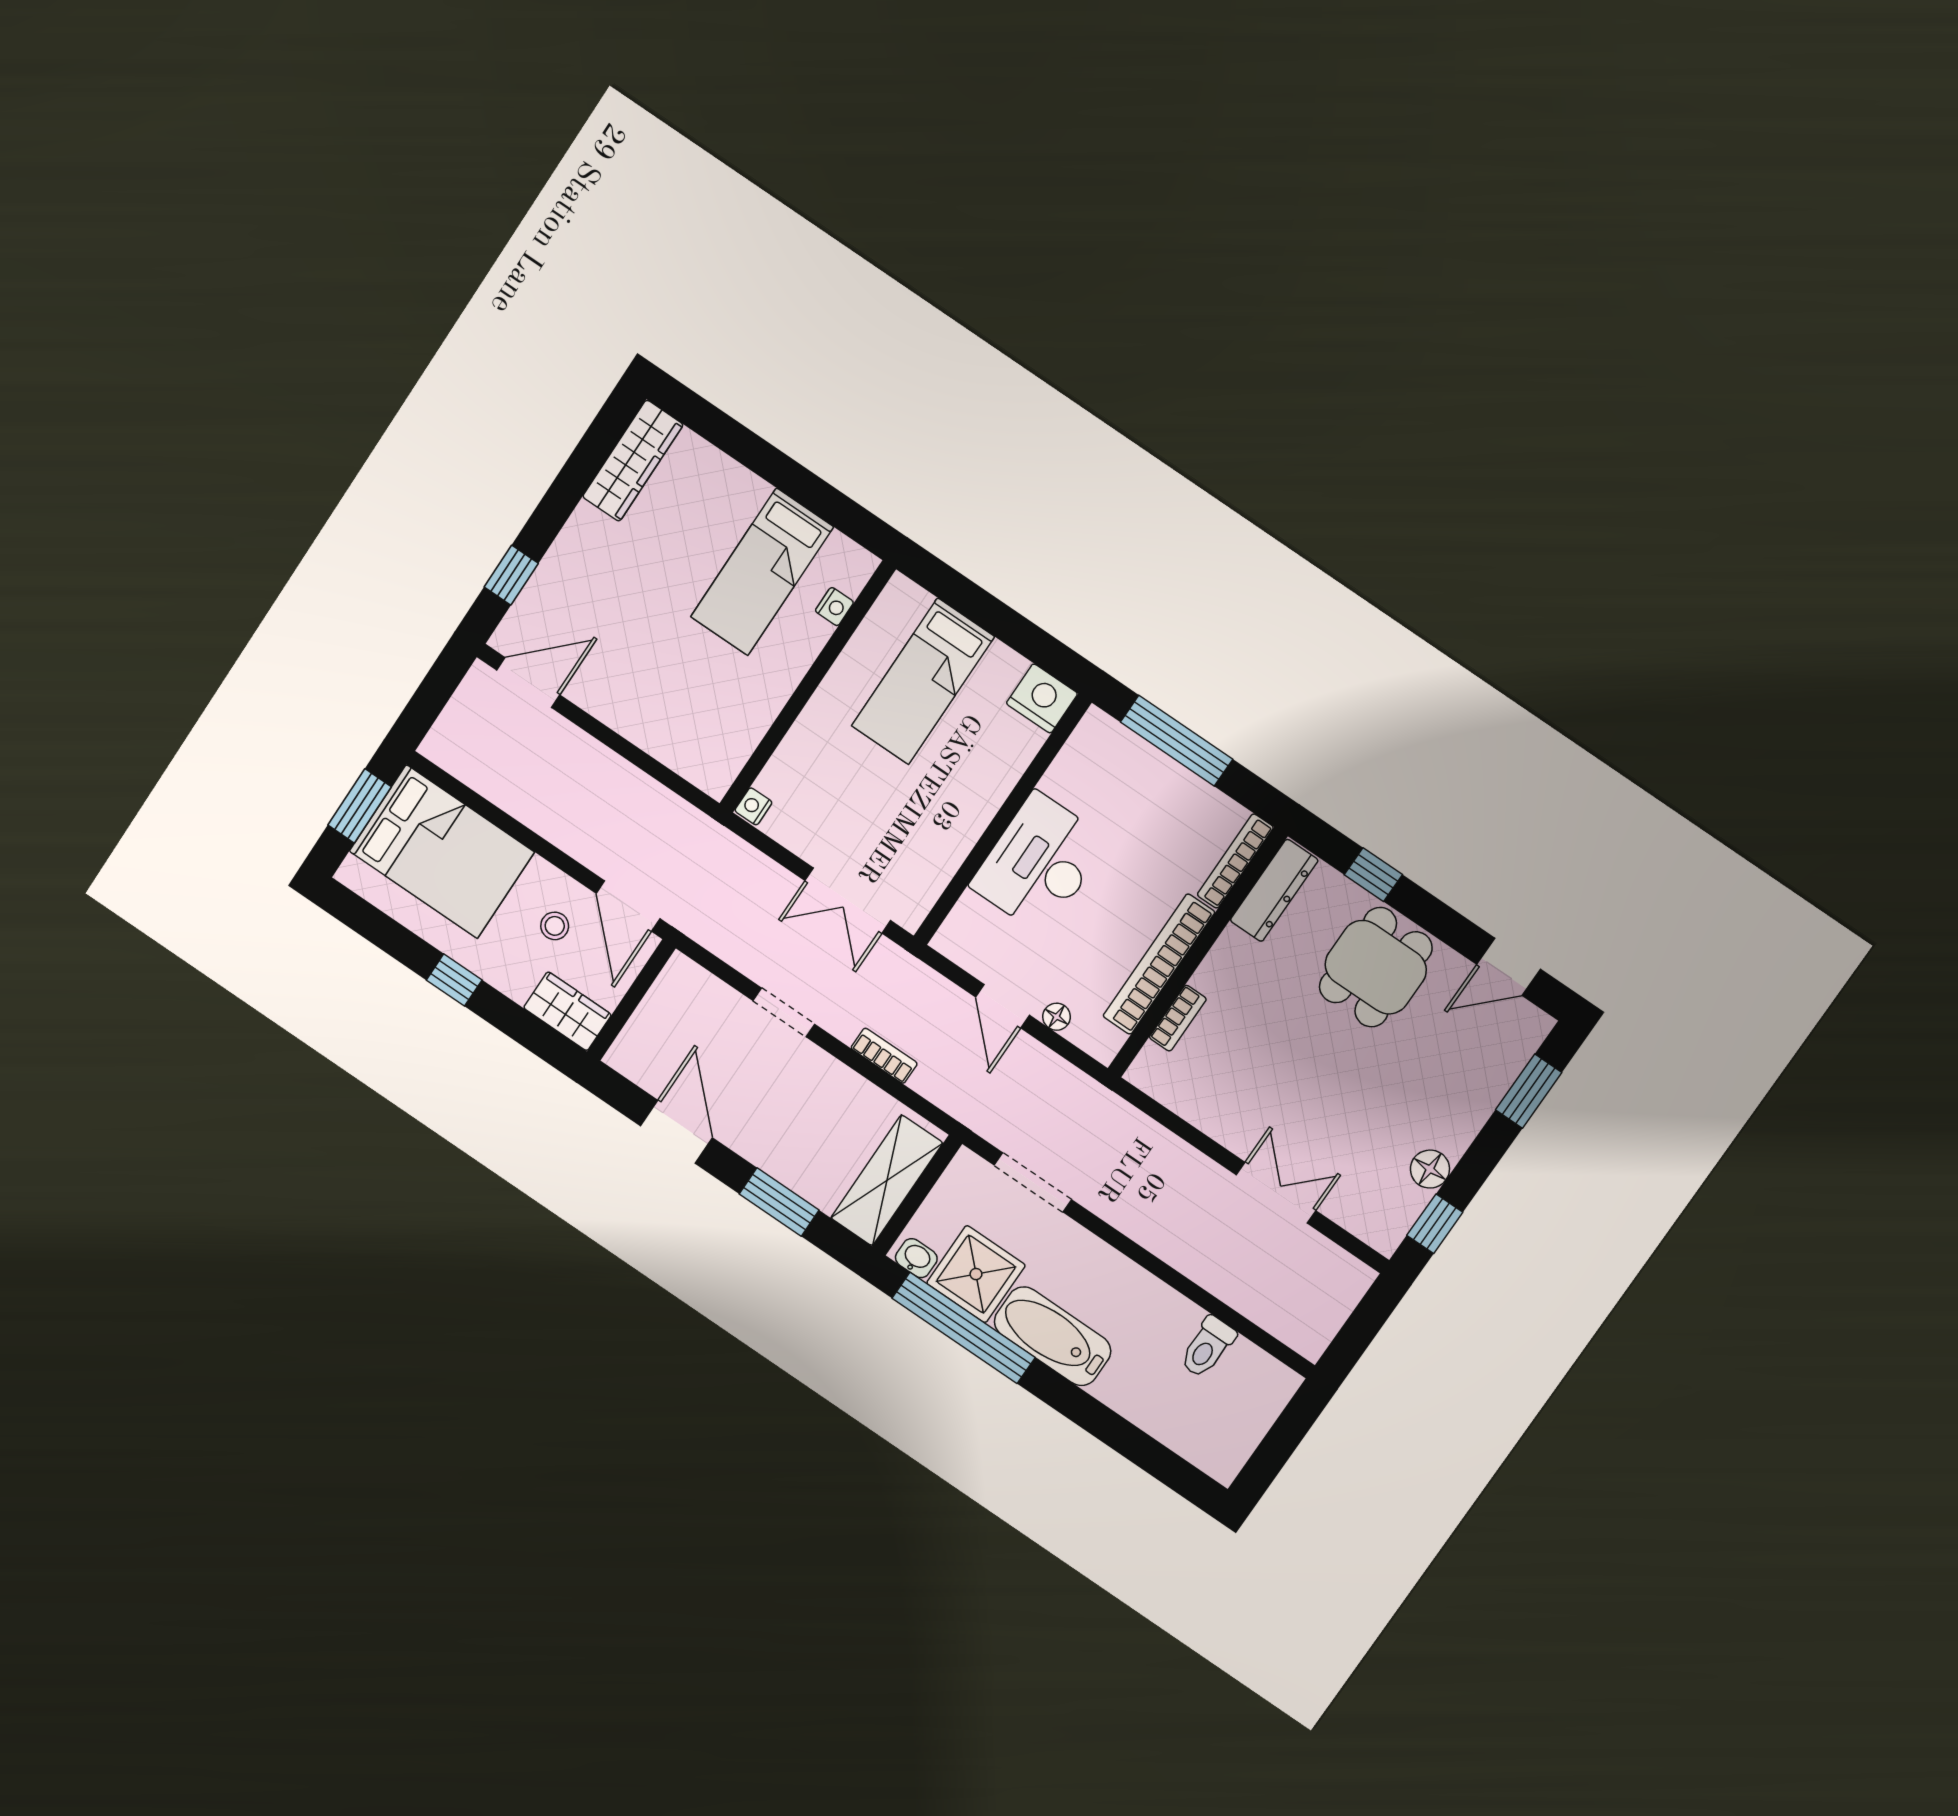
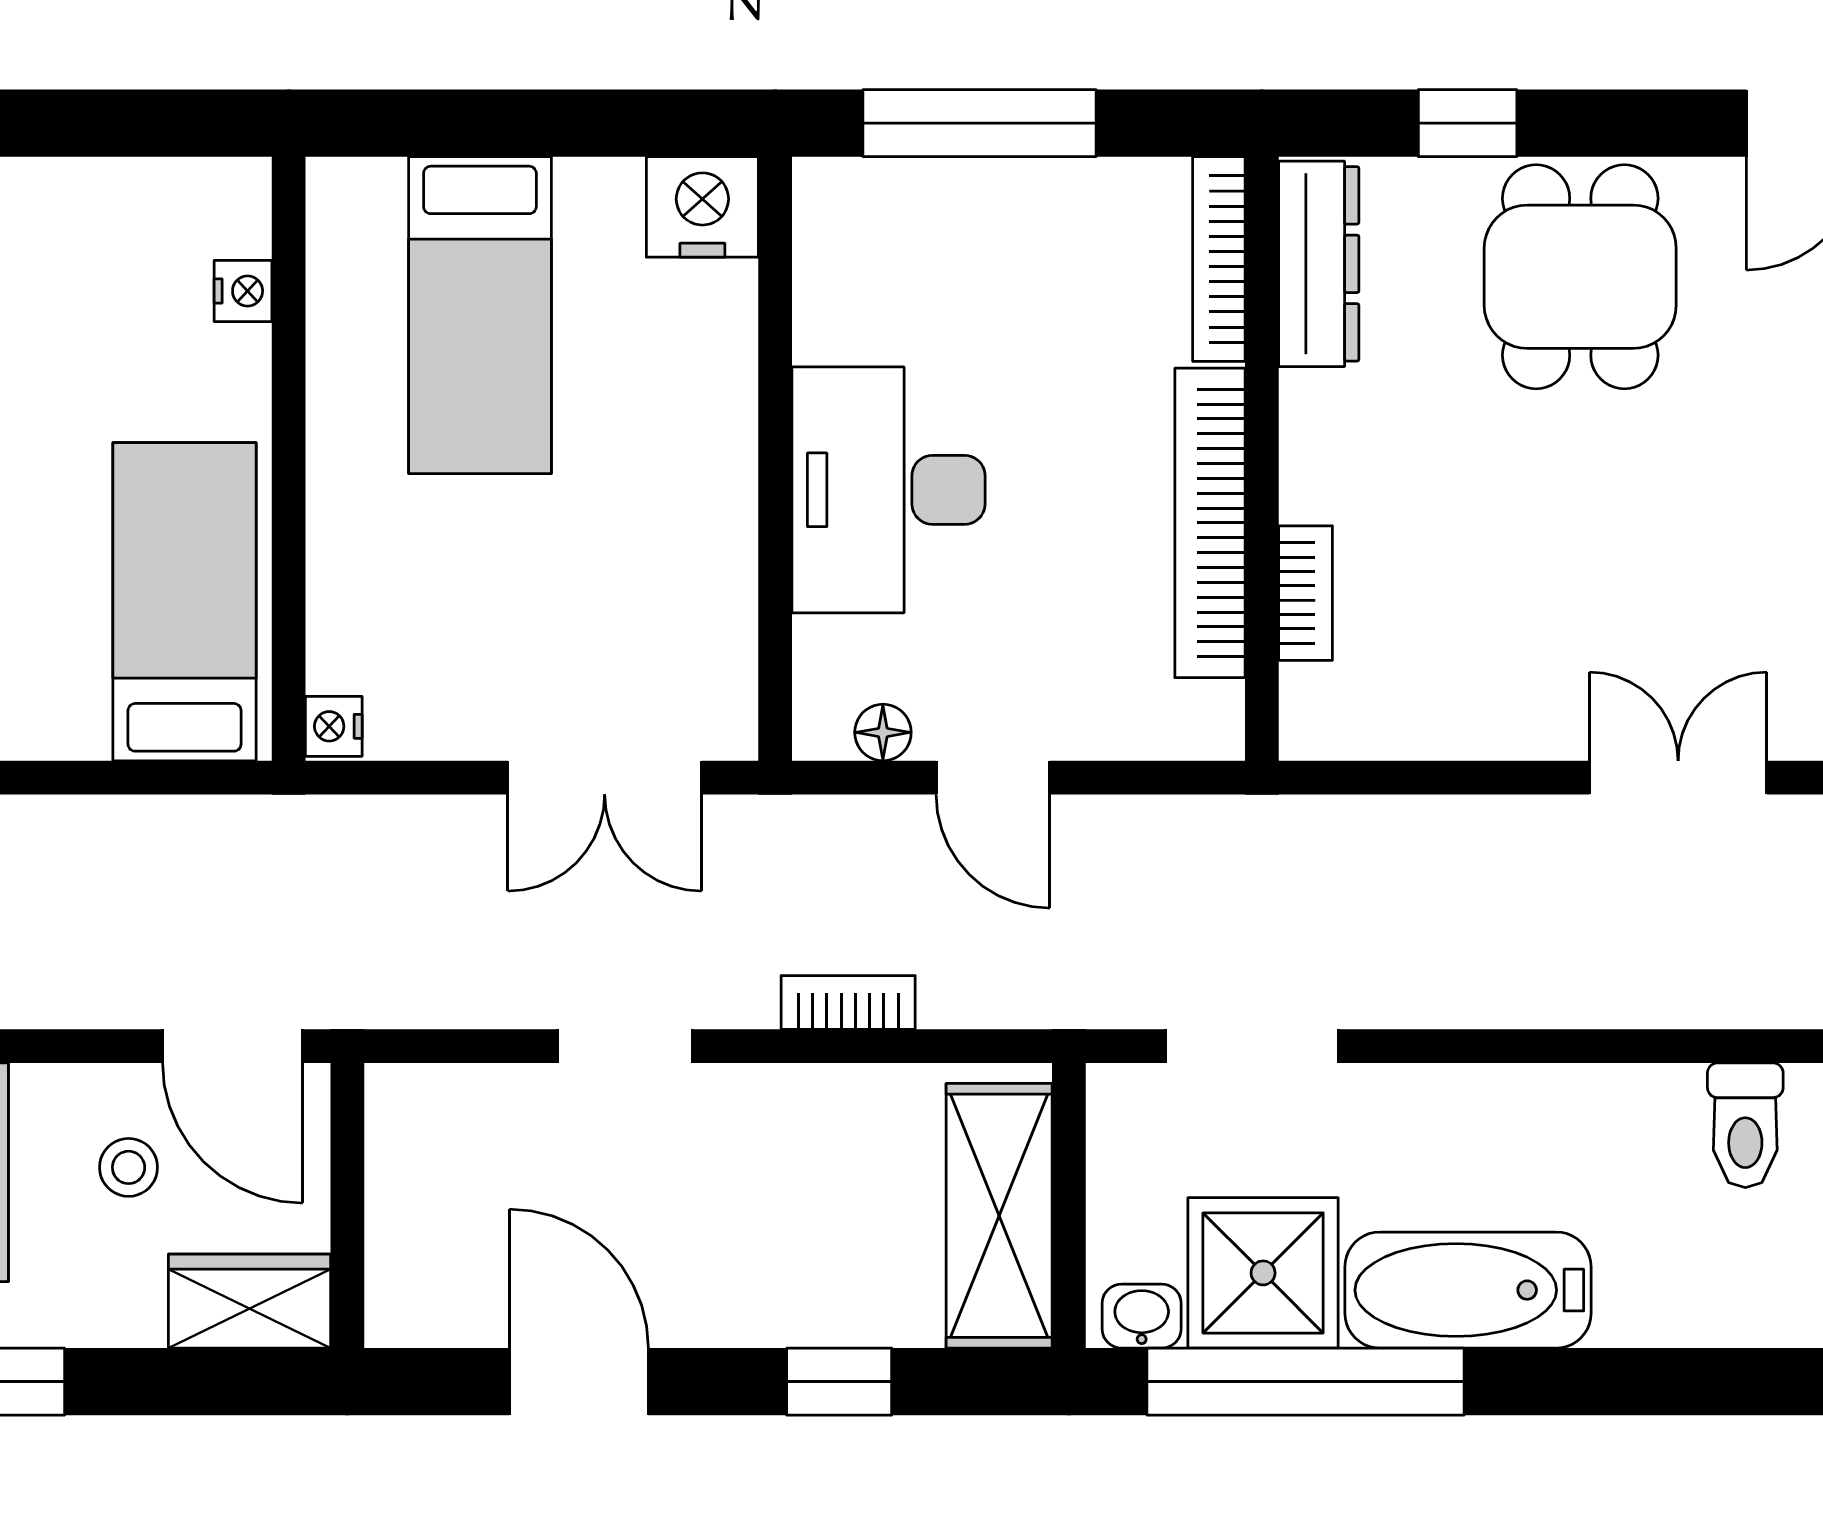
bed: (762, 572) -> (185, 602), moved, turned 180
floor lamp: (1056, 1017) -> (883, 732), moved
window: (779, 1202) -> (839, 1382), width x0.67

